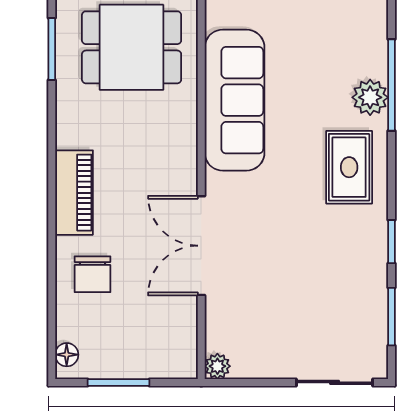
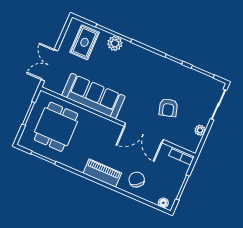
rug: (349, 167) -> (84, 42), moved, turned 90
chair: (92, 274) -> (137, 180), turned -126
armchair: (280, 275) -> (168, 108), added
bookcase: (186, 350) -> (182, 156), added
plant: (217, 366) -> (200, 130), moved

